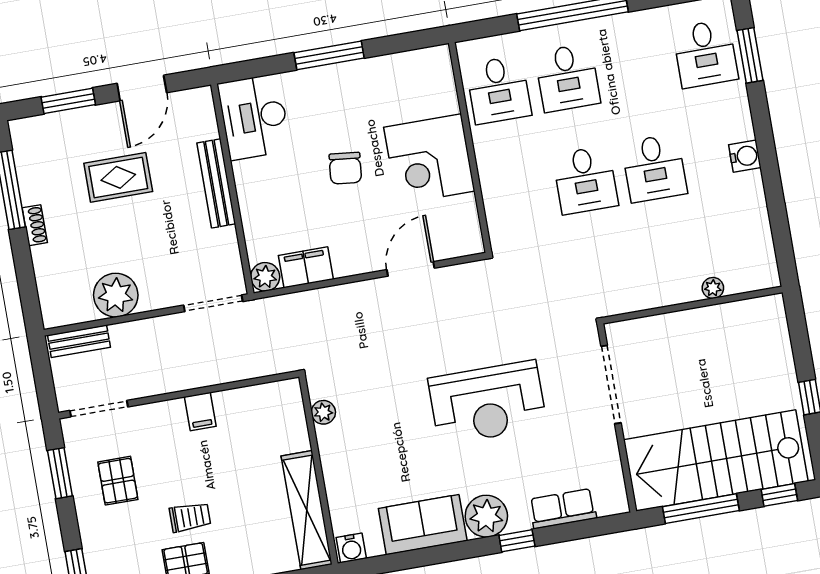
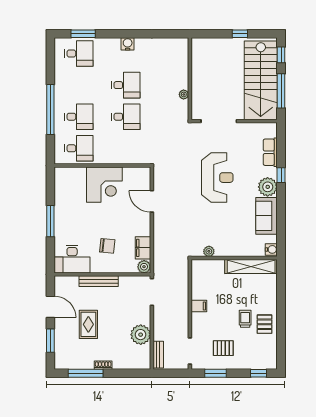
chair: (345, 168) -> (107, 246), moved
plant: (713, 288) -> (184, 94), moved

